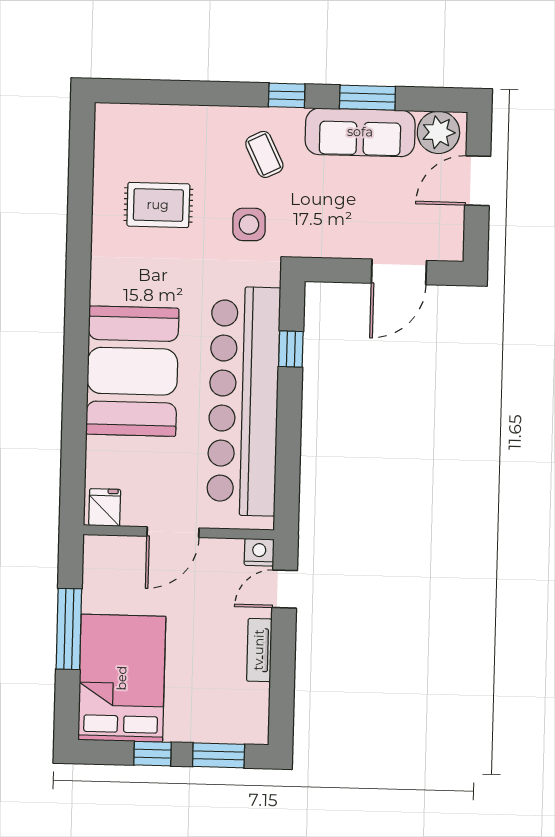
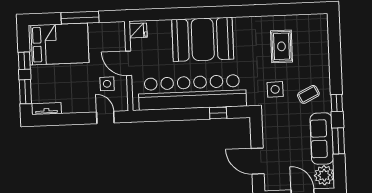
nightstand: (259, 552) -> (122, 104), removed
side table: (213, 581) -> (107, 84), added
tv unit: (259, 650) -> (46, 109), moved

